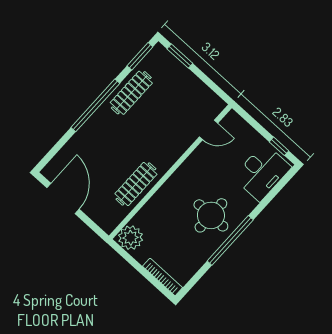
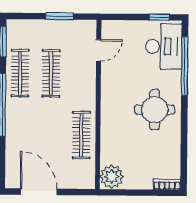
window: (180, 56) -> (59, 16), moved
clothes rail: (155, 115) -> (51, 73), added
window: (230, 240) -> (185, 66), moved
bookcase: (163, 277) -> (167, 184), width x0.64

